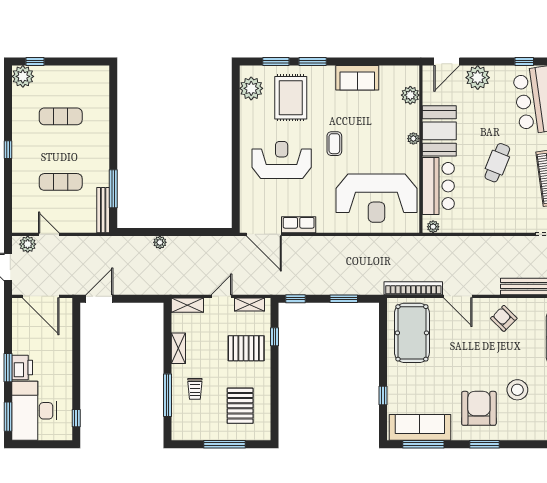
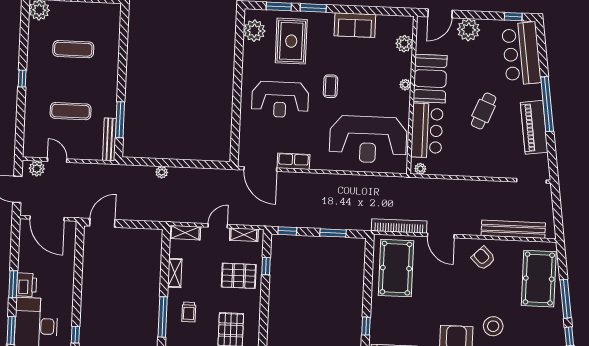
reception desk: (282, 160) -> (280, 100), turned 180

